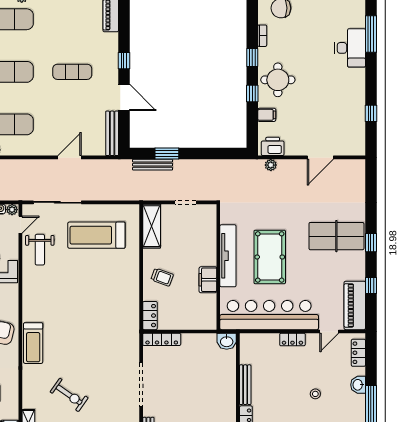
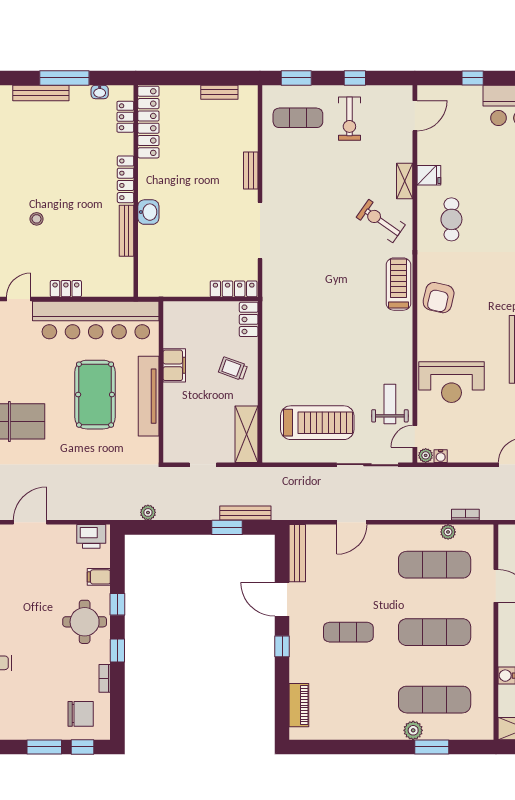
plant: (271, 165) -> (148, 512), moved
washbasin: (227, 341) -> (148, 212), moved, turned 90
exercise bike: (69, 395) -> (381, 221), moved

